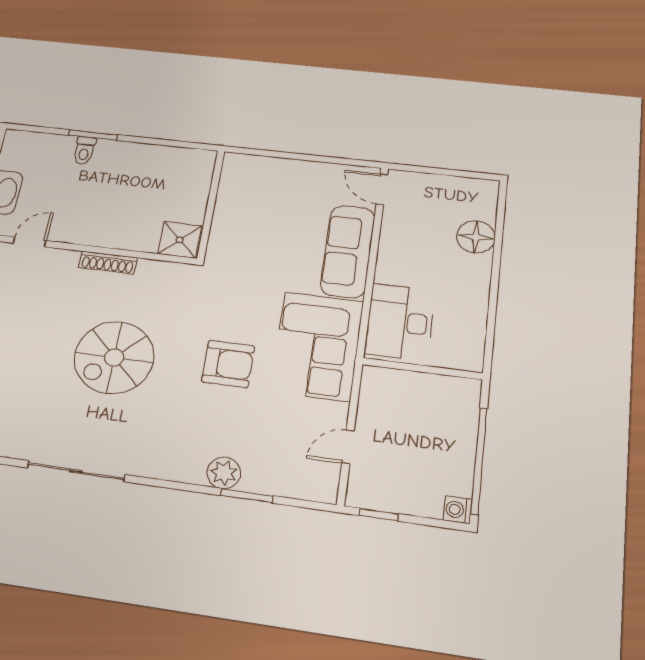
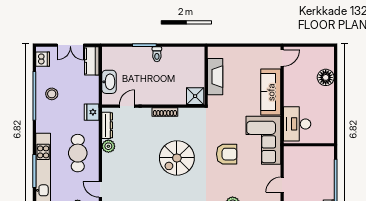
toilet: (84, 150) -> (157, 54), moved
door: (382, 189) -> (282, 58), swing flipped
fireplace: (230, 208) -> (215, 77), added

